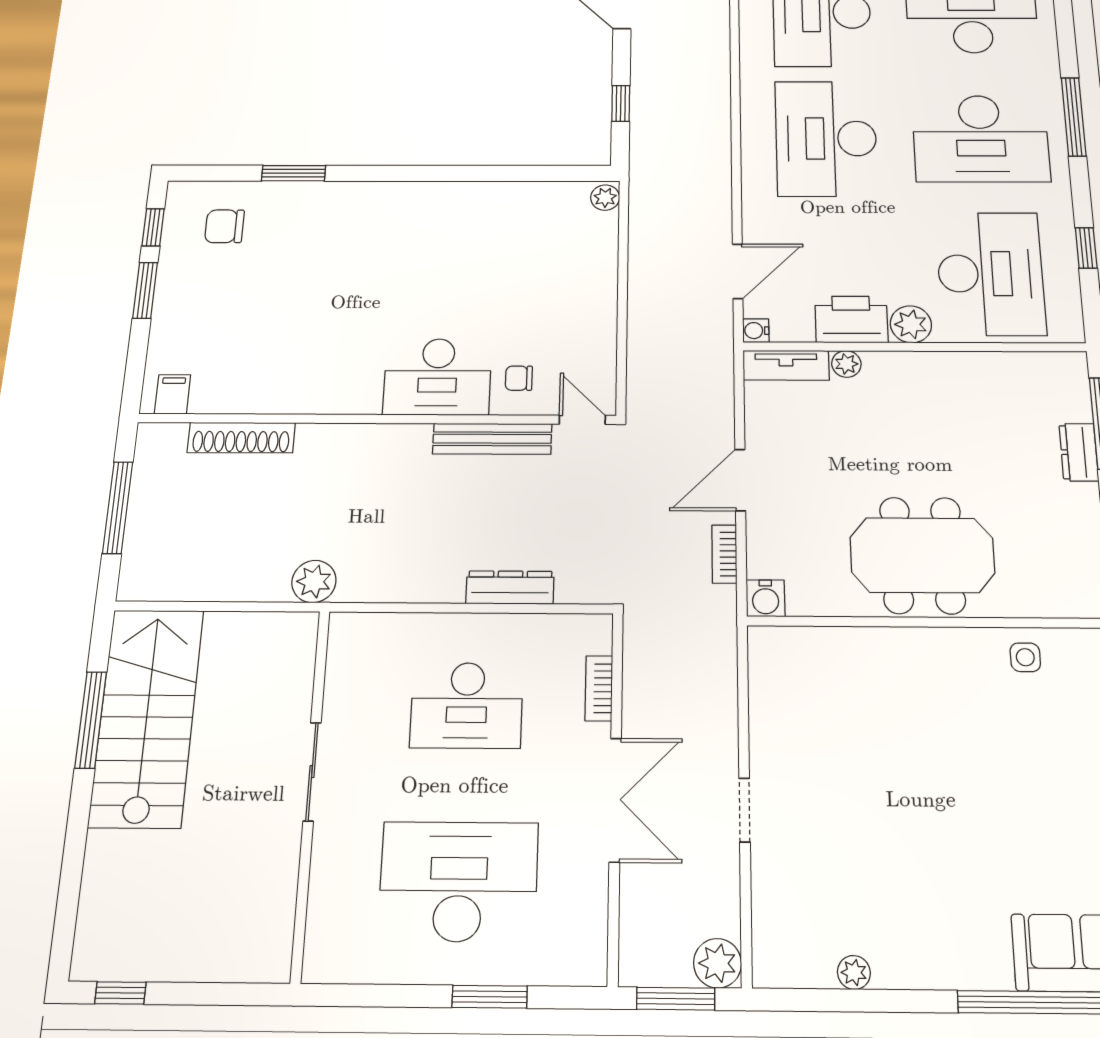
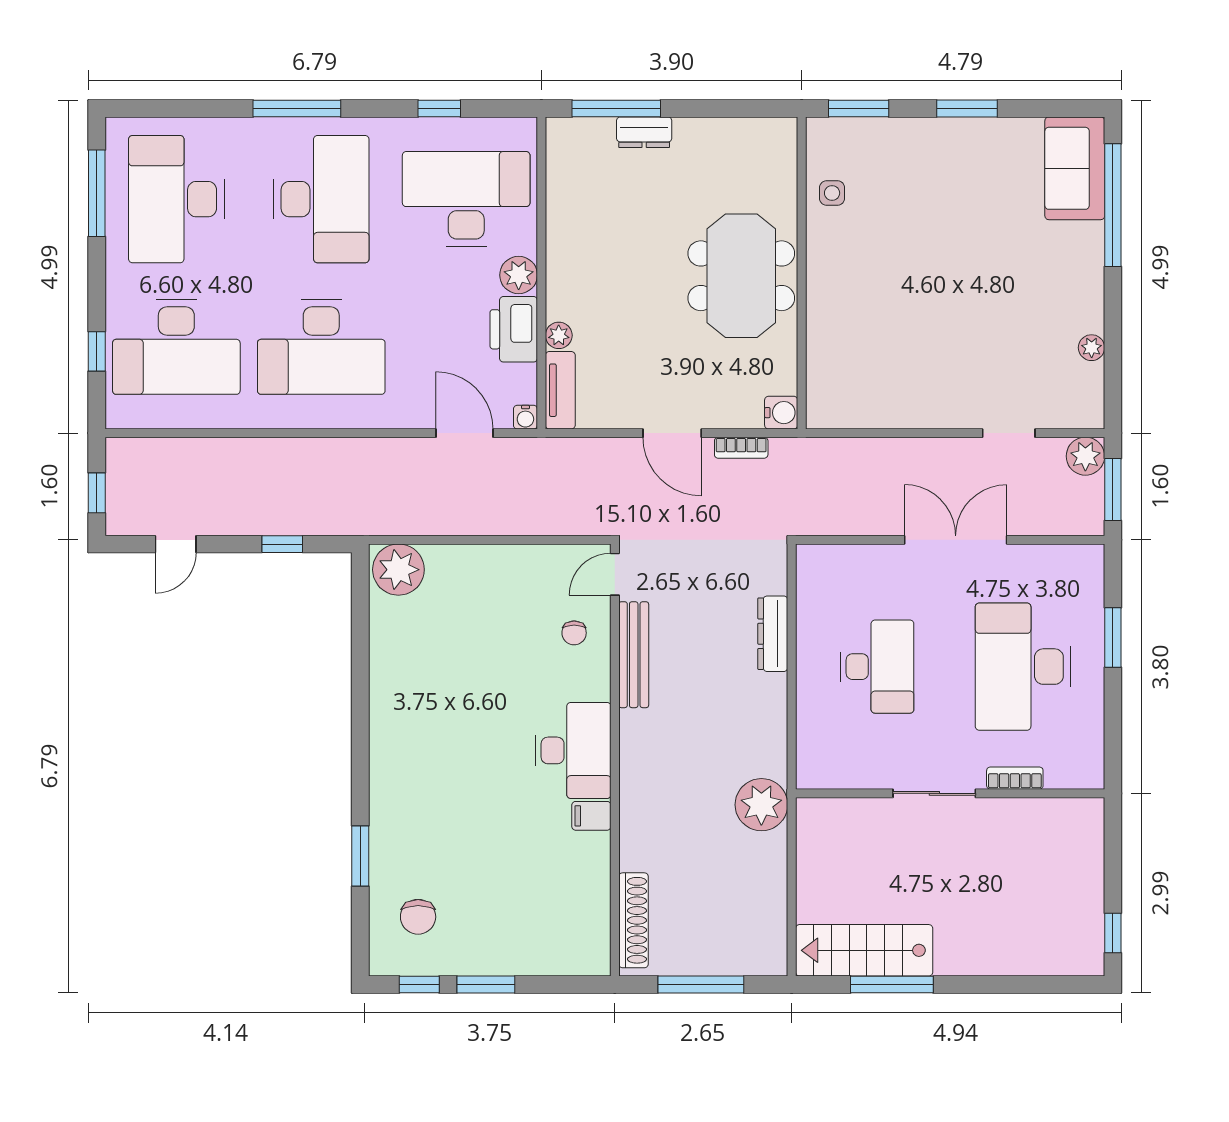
plant: (605, 198) -> (398, 570), width x1.87, depth x1.87
desk: (437, 377) -> (573, 750), moved
filing cabinet: (173, 394) -> (591, 816), moved
shoe rack: (241, 438) -> (634, 920), moved
plant: (314, 581) -> (761, 805), width x1.36, depth x1.36
bookcase: (599, 688) -> (1015, 778), moved, turned 180
stairs: (147, 717) -> (864, 950), width x0.73, depth x0.66
doorway: (744, 810) -> (1009, 433), moved

